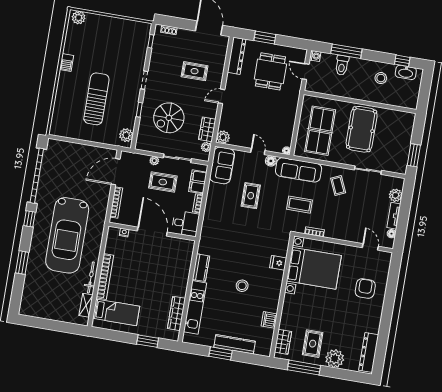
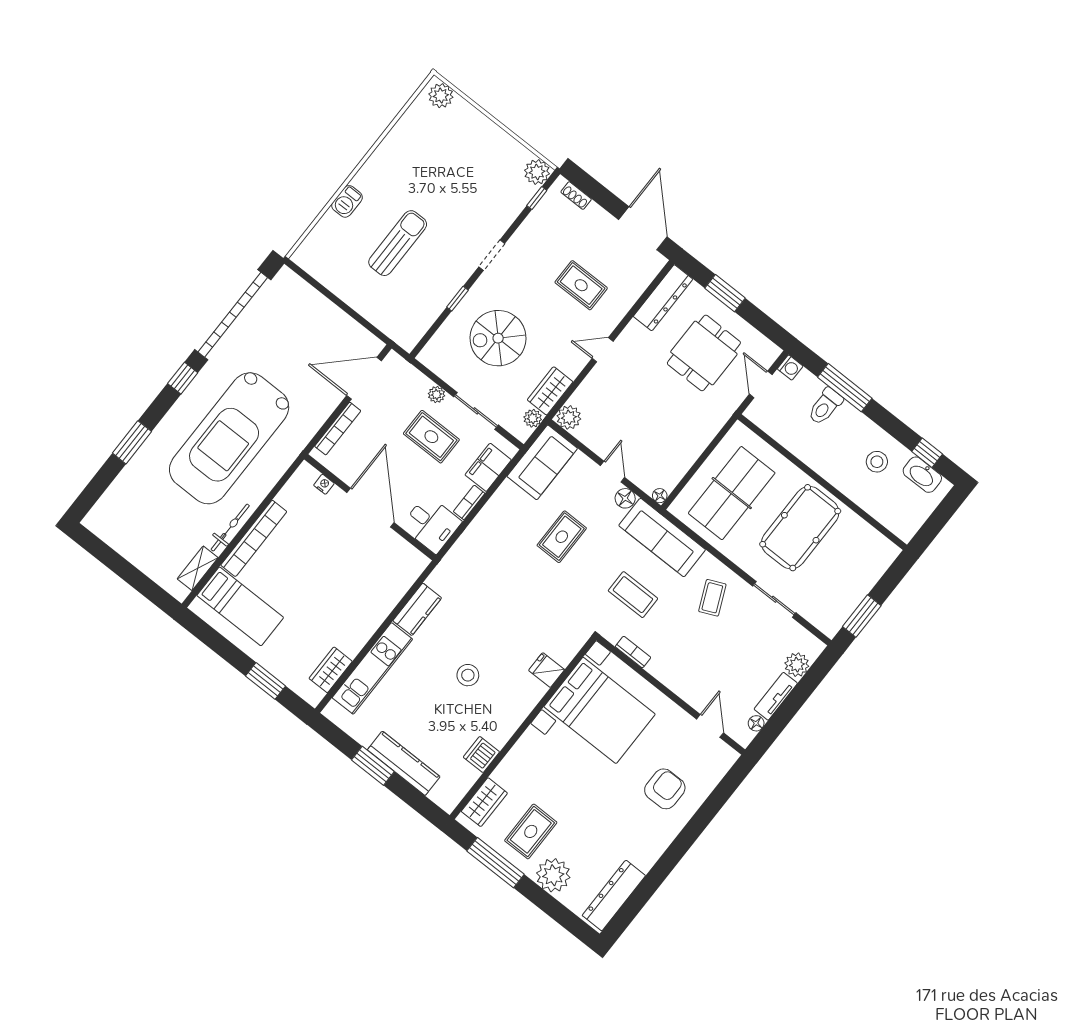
barbecue: (67, 63) -> (347, 201), moved
sun lounger: (96, 99) -> (398, 243), width x0.73, depth x0.75
plant: (126, 135) -> (537, 172), moved
wardrobe: (176, 313) -> (331, 670), width x0.67

